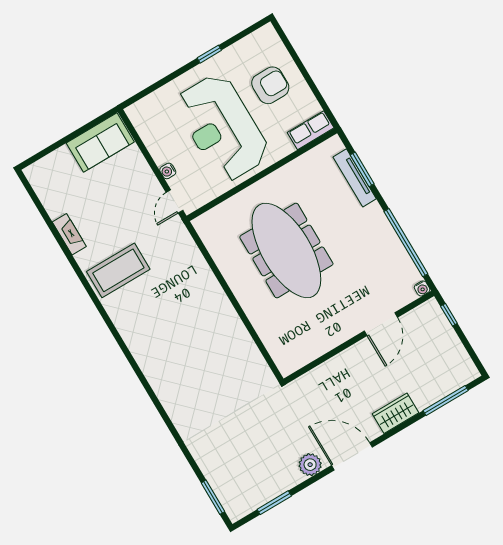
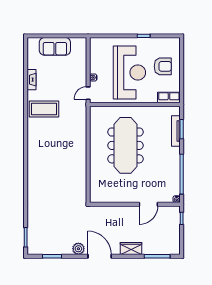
reception desk: (222, 128) -> (129, 73), turned 180
sofa: (100, 143) -> (55, 46), moved

